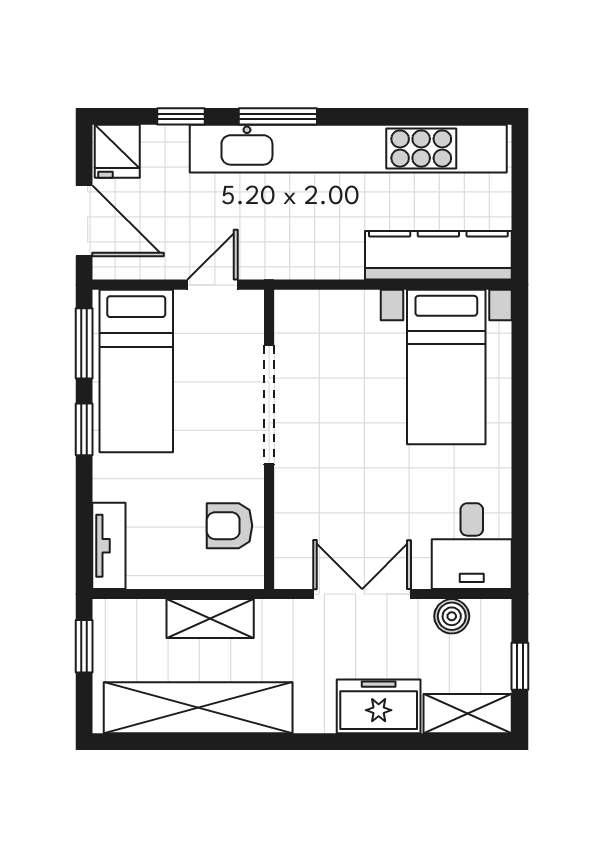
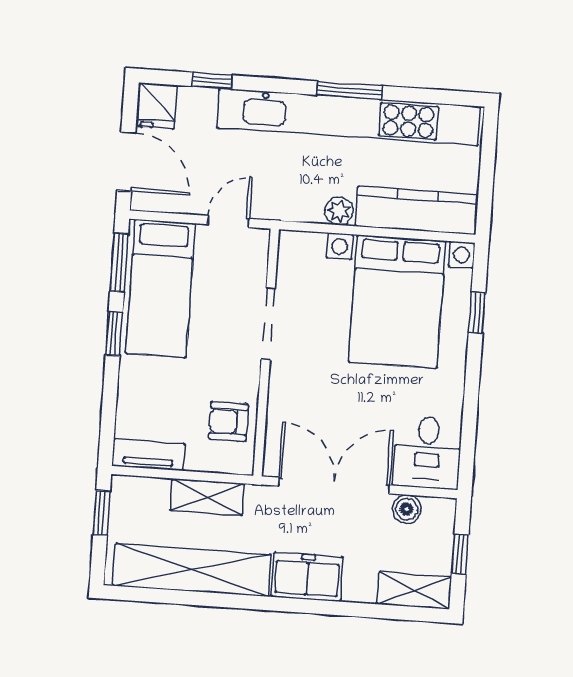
window: (278, 116) -> (349, 90), moved
plant: (345, 263) -> (339, 211), added
bed with nightstands: (446, 367) -> (397, 302), width x1.36
window: (520, 374) -> (477, 313), added
doorway: (269, 405) -> (268, 324), width x0.73
tv unit: (109, 546) -> (148, 455), moved, turned -90
double door: (362, 594) -> (334, 486), width x1.37
freezer: (379, 706) -> (307, 577), moved

